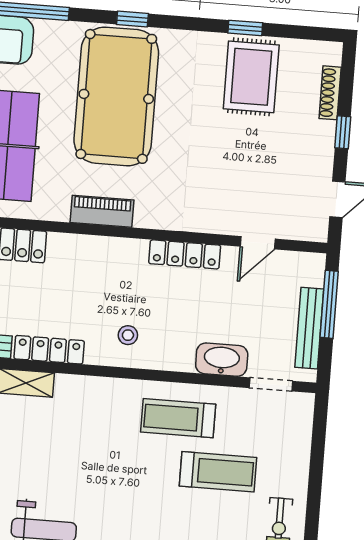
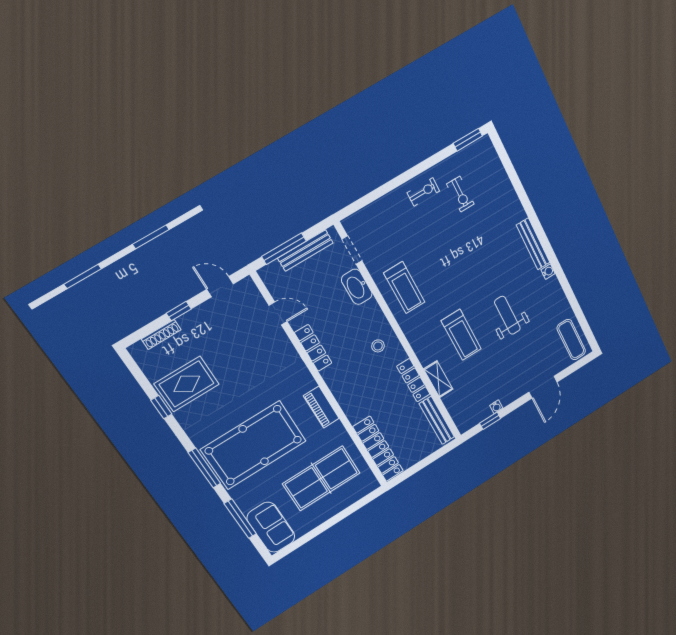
window: (132, 19) -> (205, 468), width x2.17
treadmill: (218, 472) -> (461, 335), moved, turned 180

